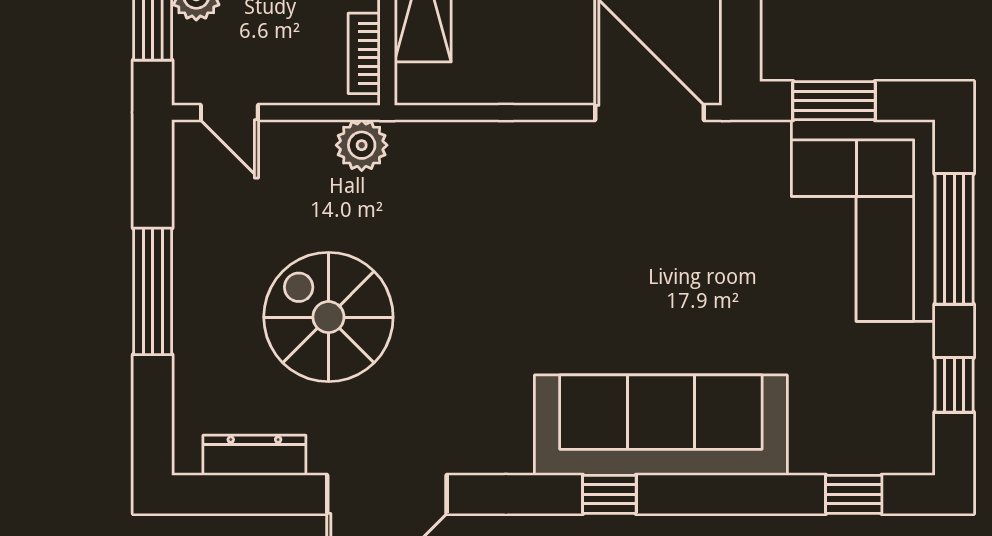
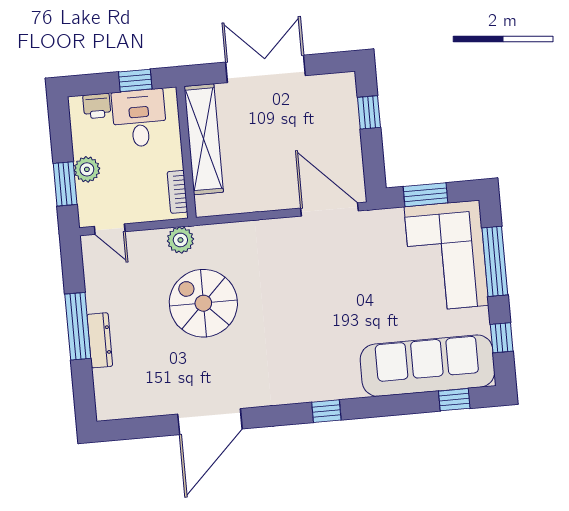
spiral stairs: (328, 317) -> (203, 303), moved
sofa: (661, 425) -> (427, 366), moved
dresser: (254, 455) -> (100, 340), moved, turned 90

